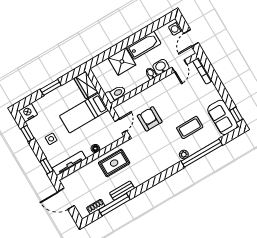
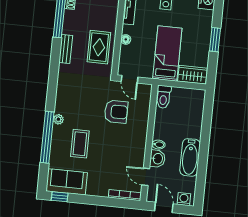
shower: (122, 61) -> (190, 125), removed
bench: (122, 191) -> (66, 49), moved

